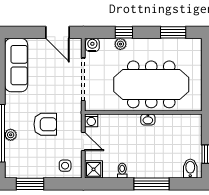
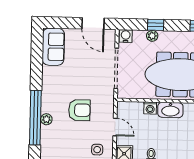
sofa: (16, 65) -> (53, 47), width x0.73
washing machine: (91, 120) -> (150, 108), moved
washbasin: (148, 120) -> (170, 110), width x1.91, depth x1.45

